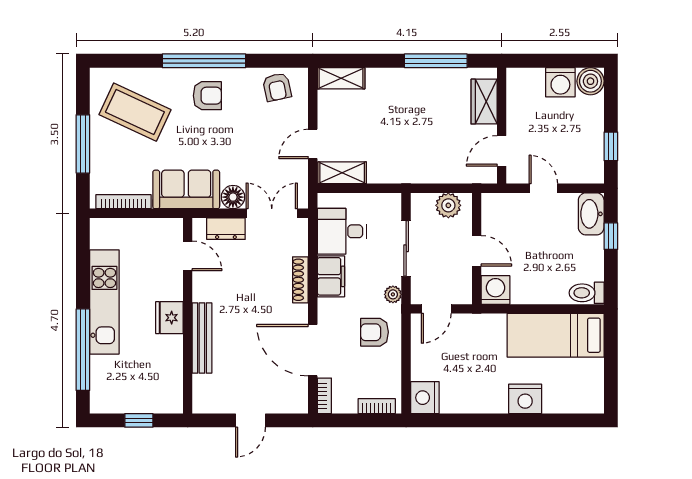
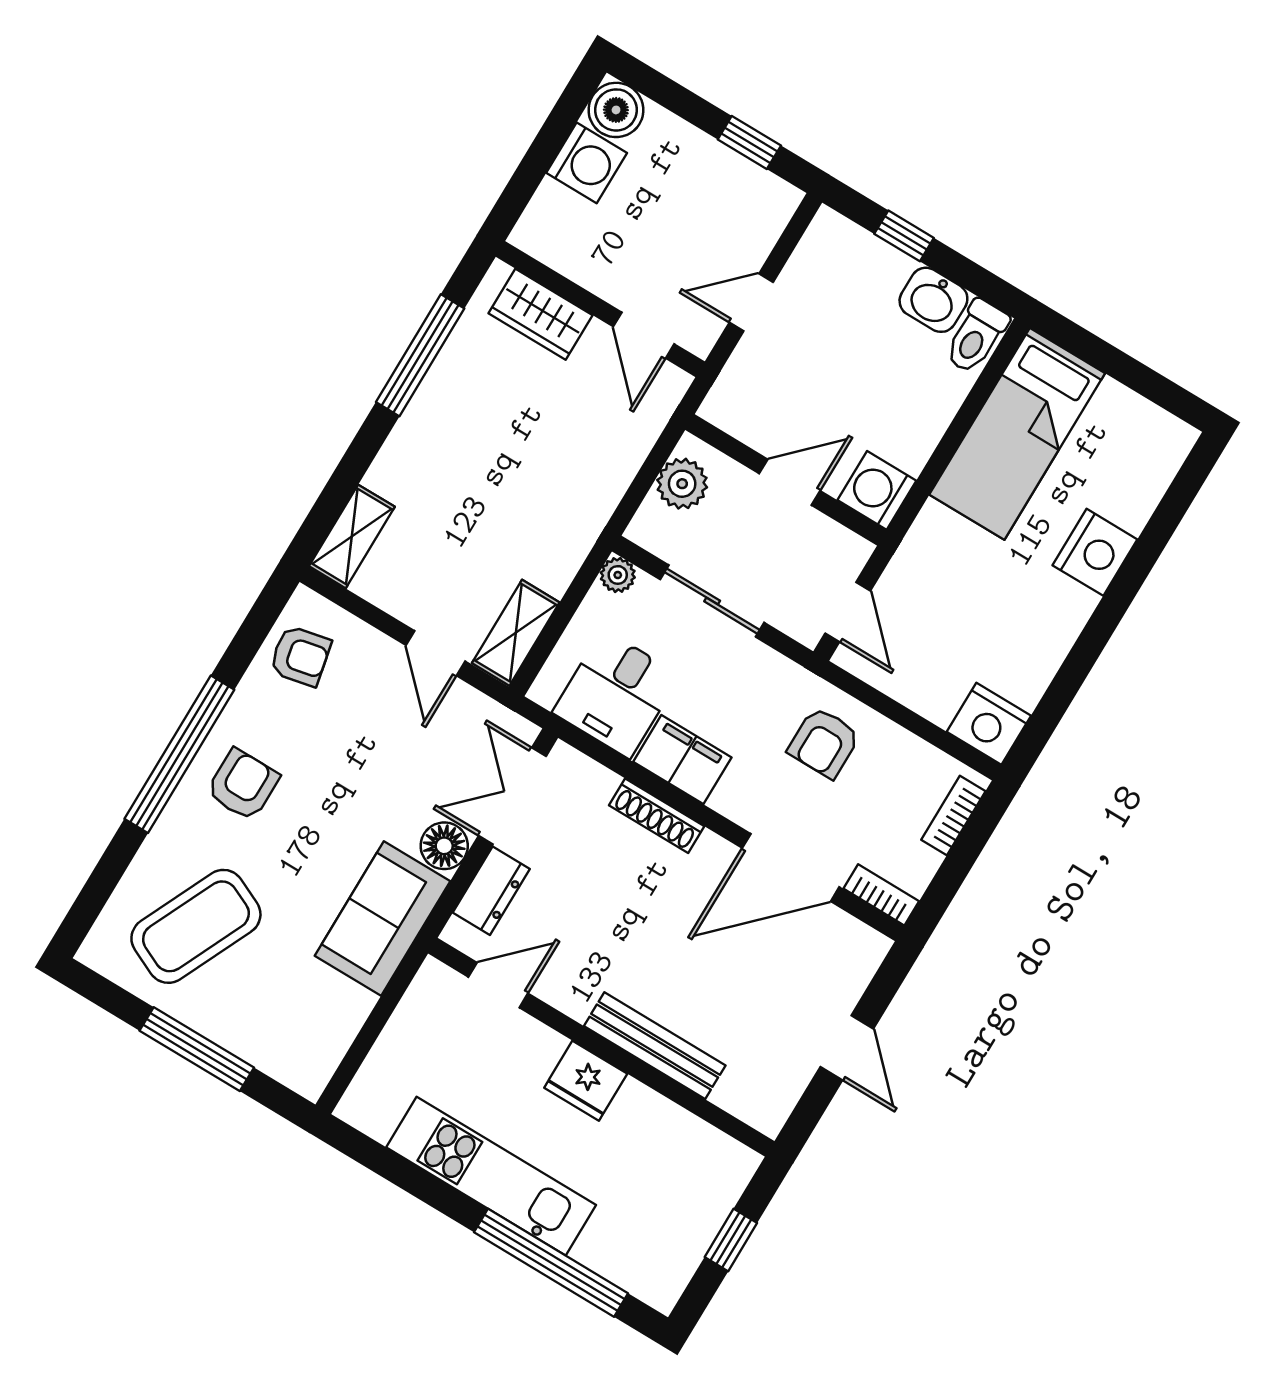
bookcase: (124, 202) -> (338, 1039), removed
washbasin: (591, 214) -> (933, 300), moved, width x0.72
plant: (393, 294) -> (618, 575), moved

